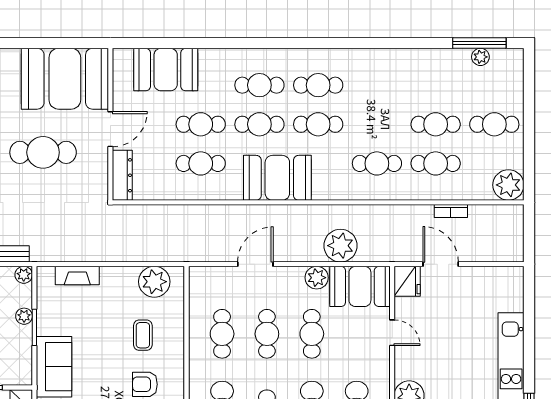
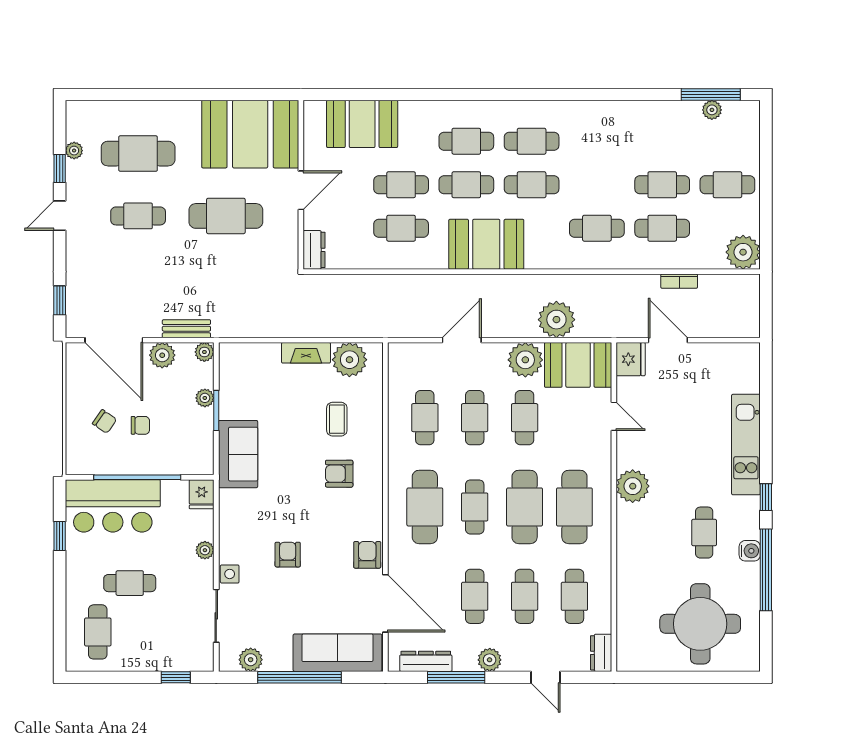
dresser: (122, 175) -> (314, 250), width x0.70
fireplace: (77, 276) -> (306, 353), moved
plant: (317, 278) -> (525, 360), width x1.36, depth x1.36

